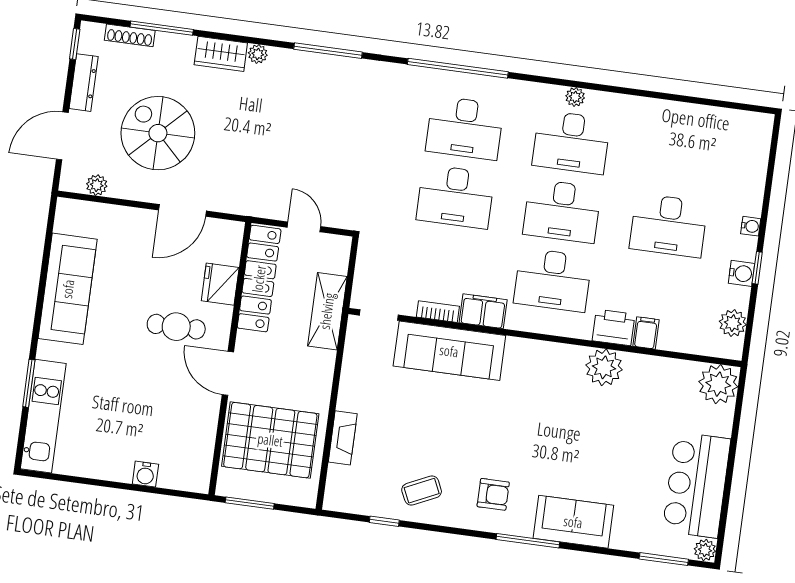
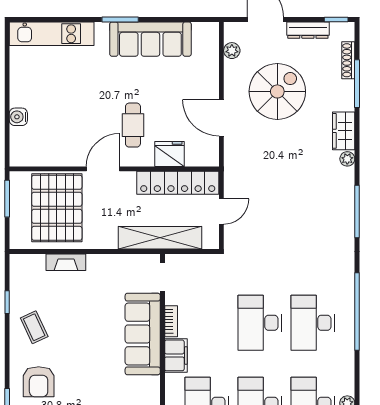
shelving: (327, 311) -> (160, 238), width x1.47
window: (29, 383) -> (120, 19), moved
armchair: (493, 494) -> (39, 382), width x1.38, depth x1.38

